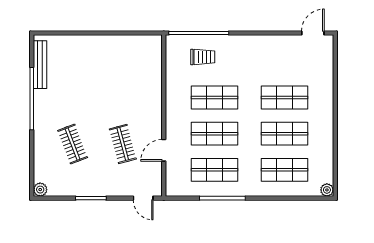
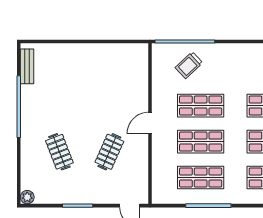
trolley: (203, 57) -> (189, 65), turned 137
bench: (40, 65) -> (27, 66), width x0.73
clothes rail: (123, 144) -> (109, 152), turned 39
door: (164, 150) -> (150, 123), moved

